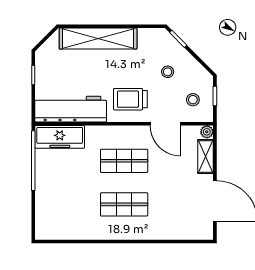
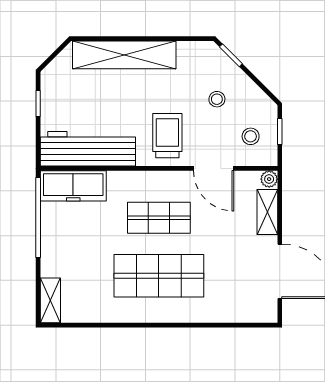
trolley: (130, 99) -> (167, 136), turned 90
shop shelf: (124, 204) -> (159, 276), width x1.43, depth x1.36
shelving: (43, 223) -> (50, 300), added

